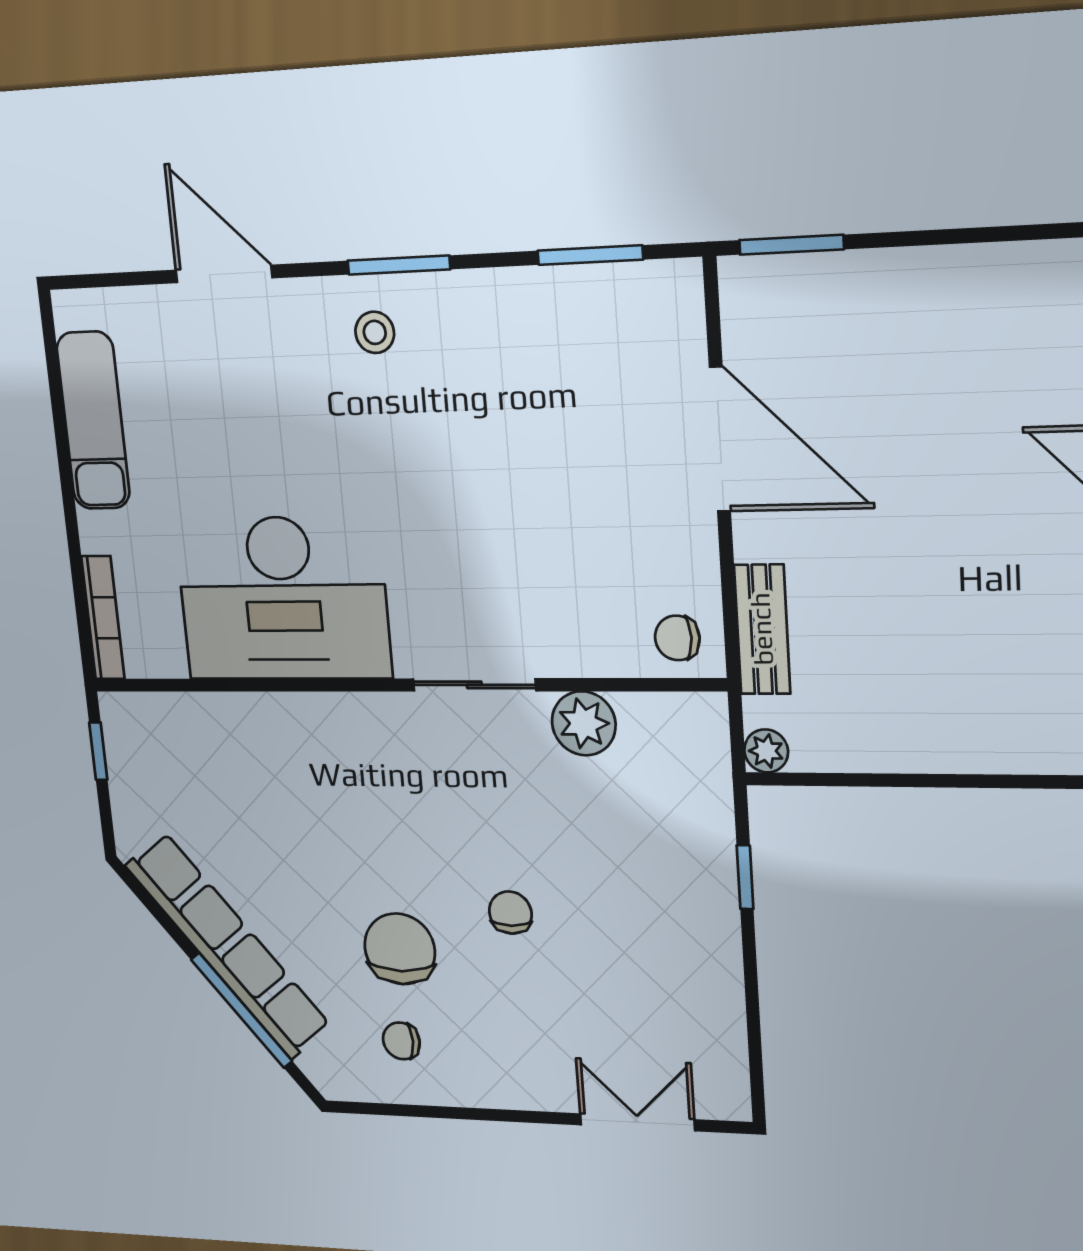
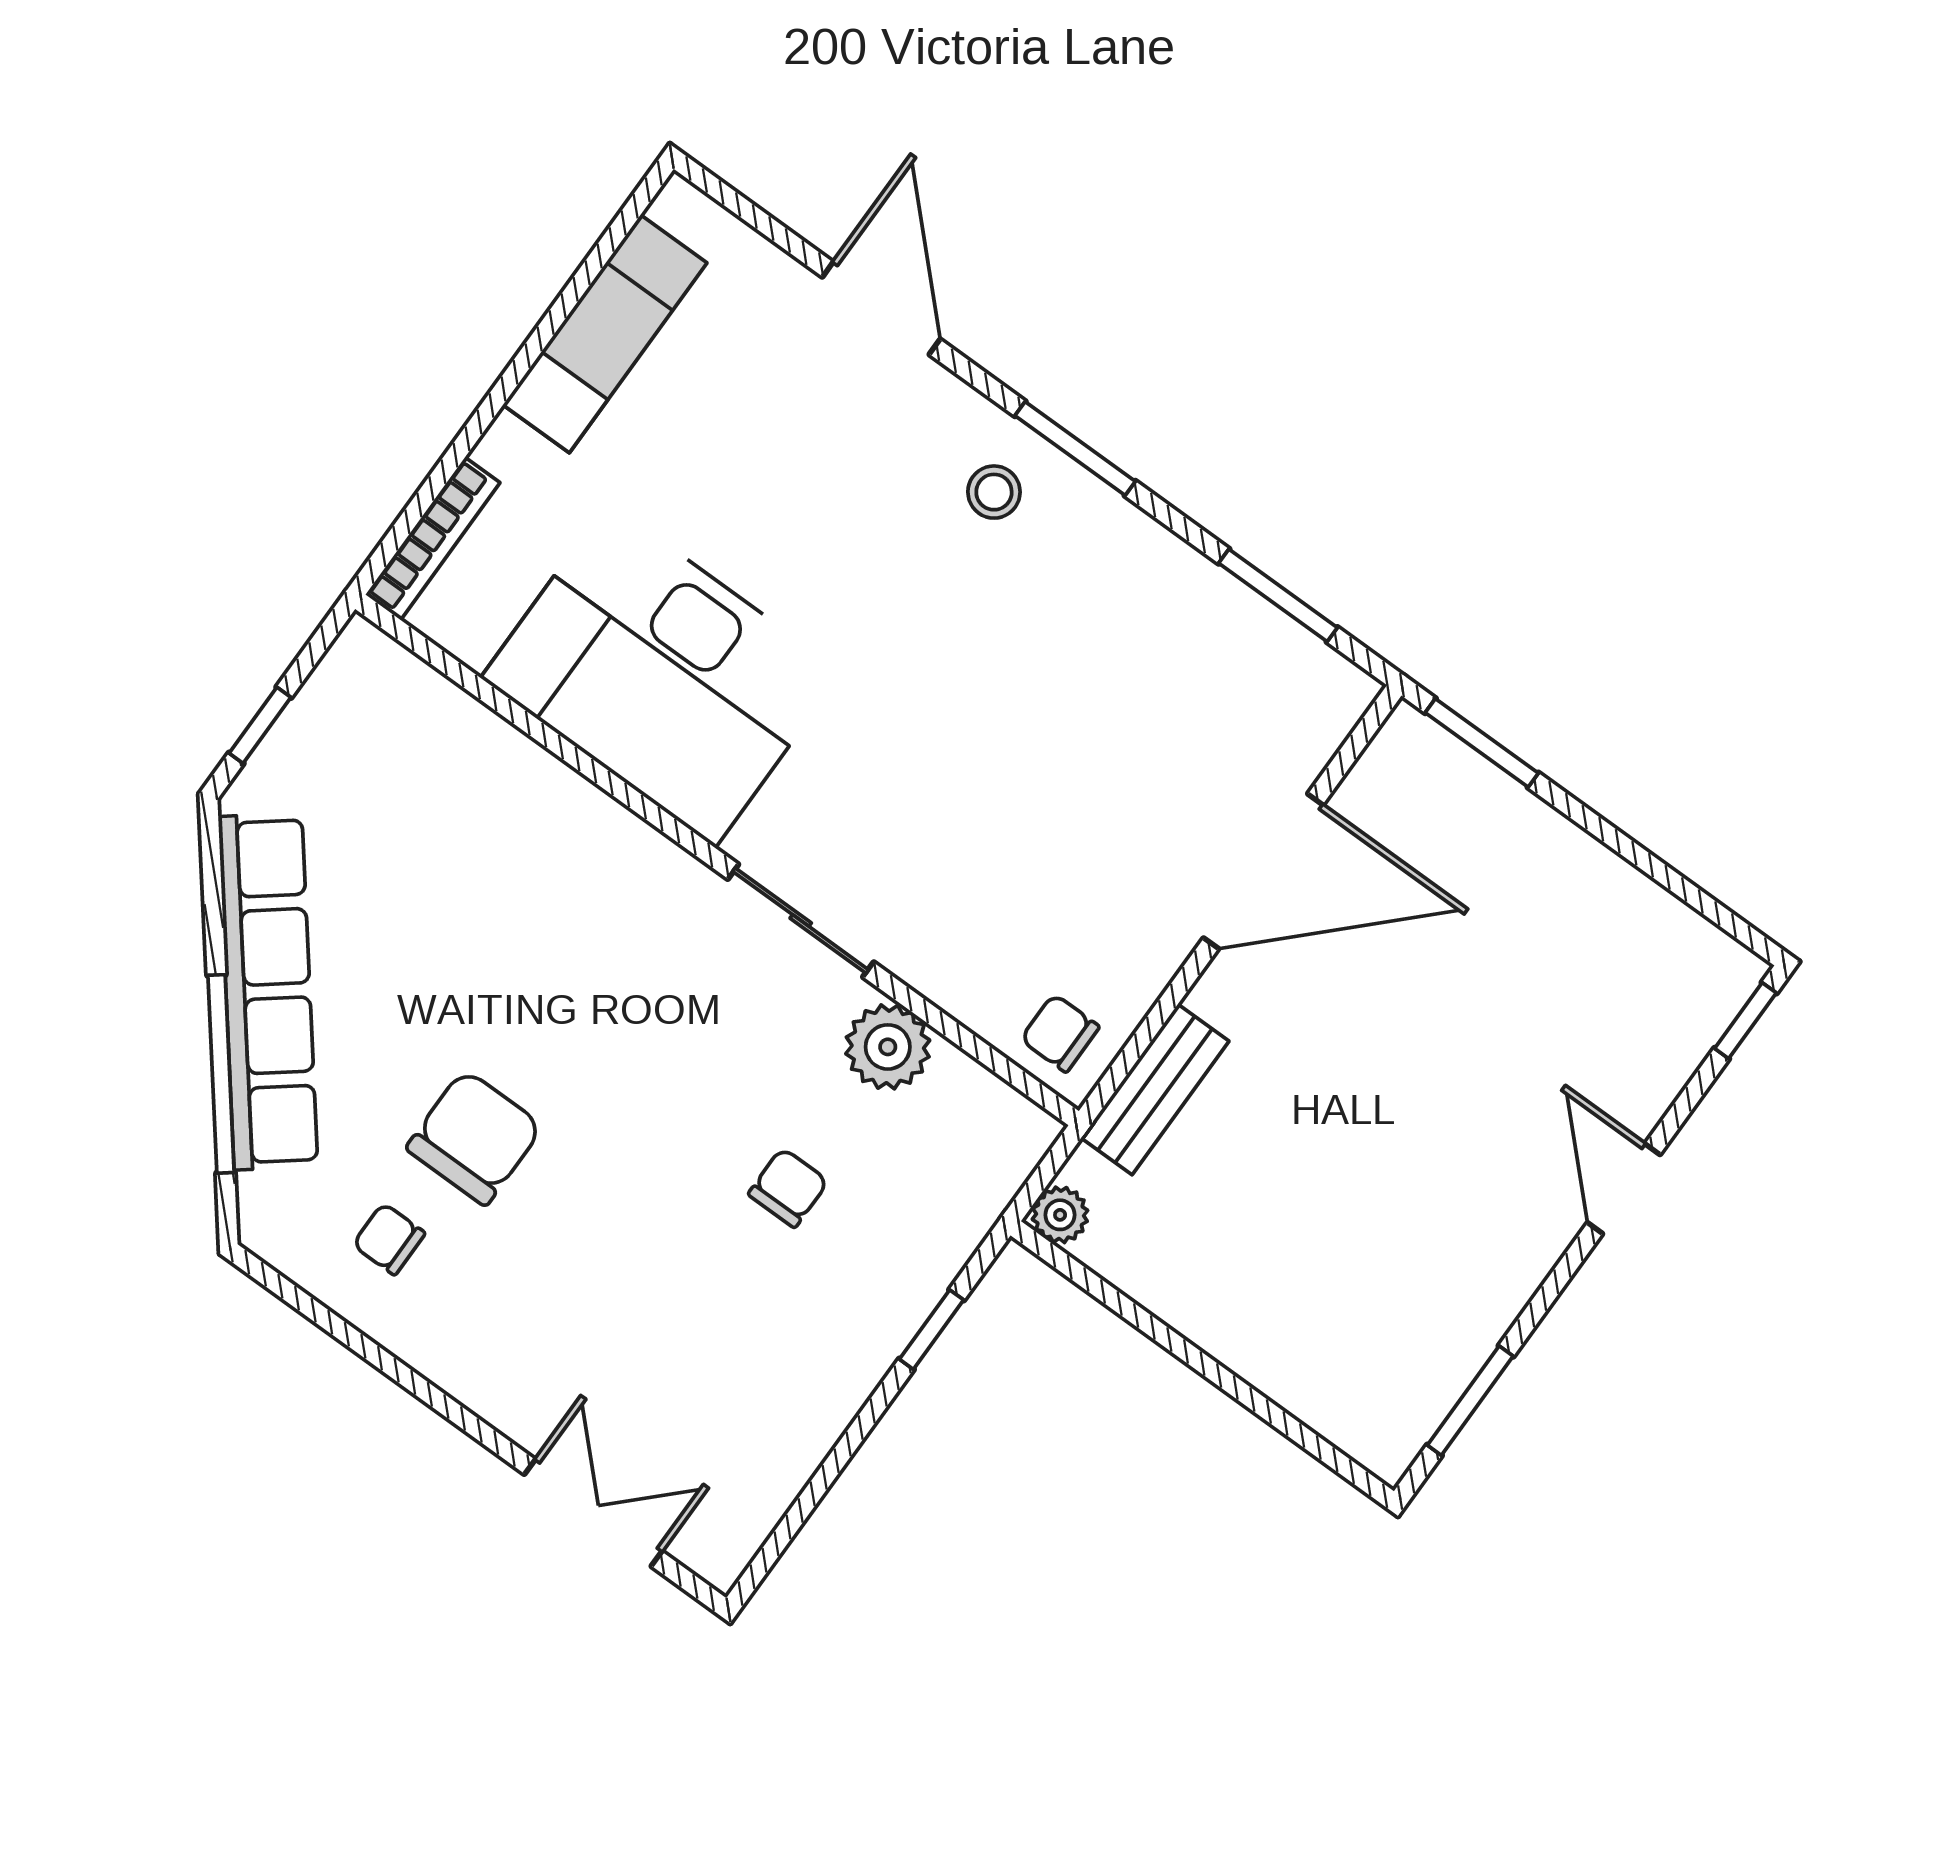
door: (720, 439) -> (1263, 871), hinge flipped
window: (98, 751) -> (260, 725), moved
chair: (510, 913) -> (788, 1188), moved

